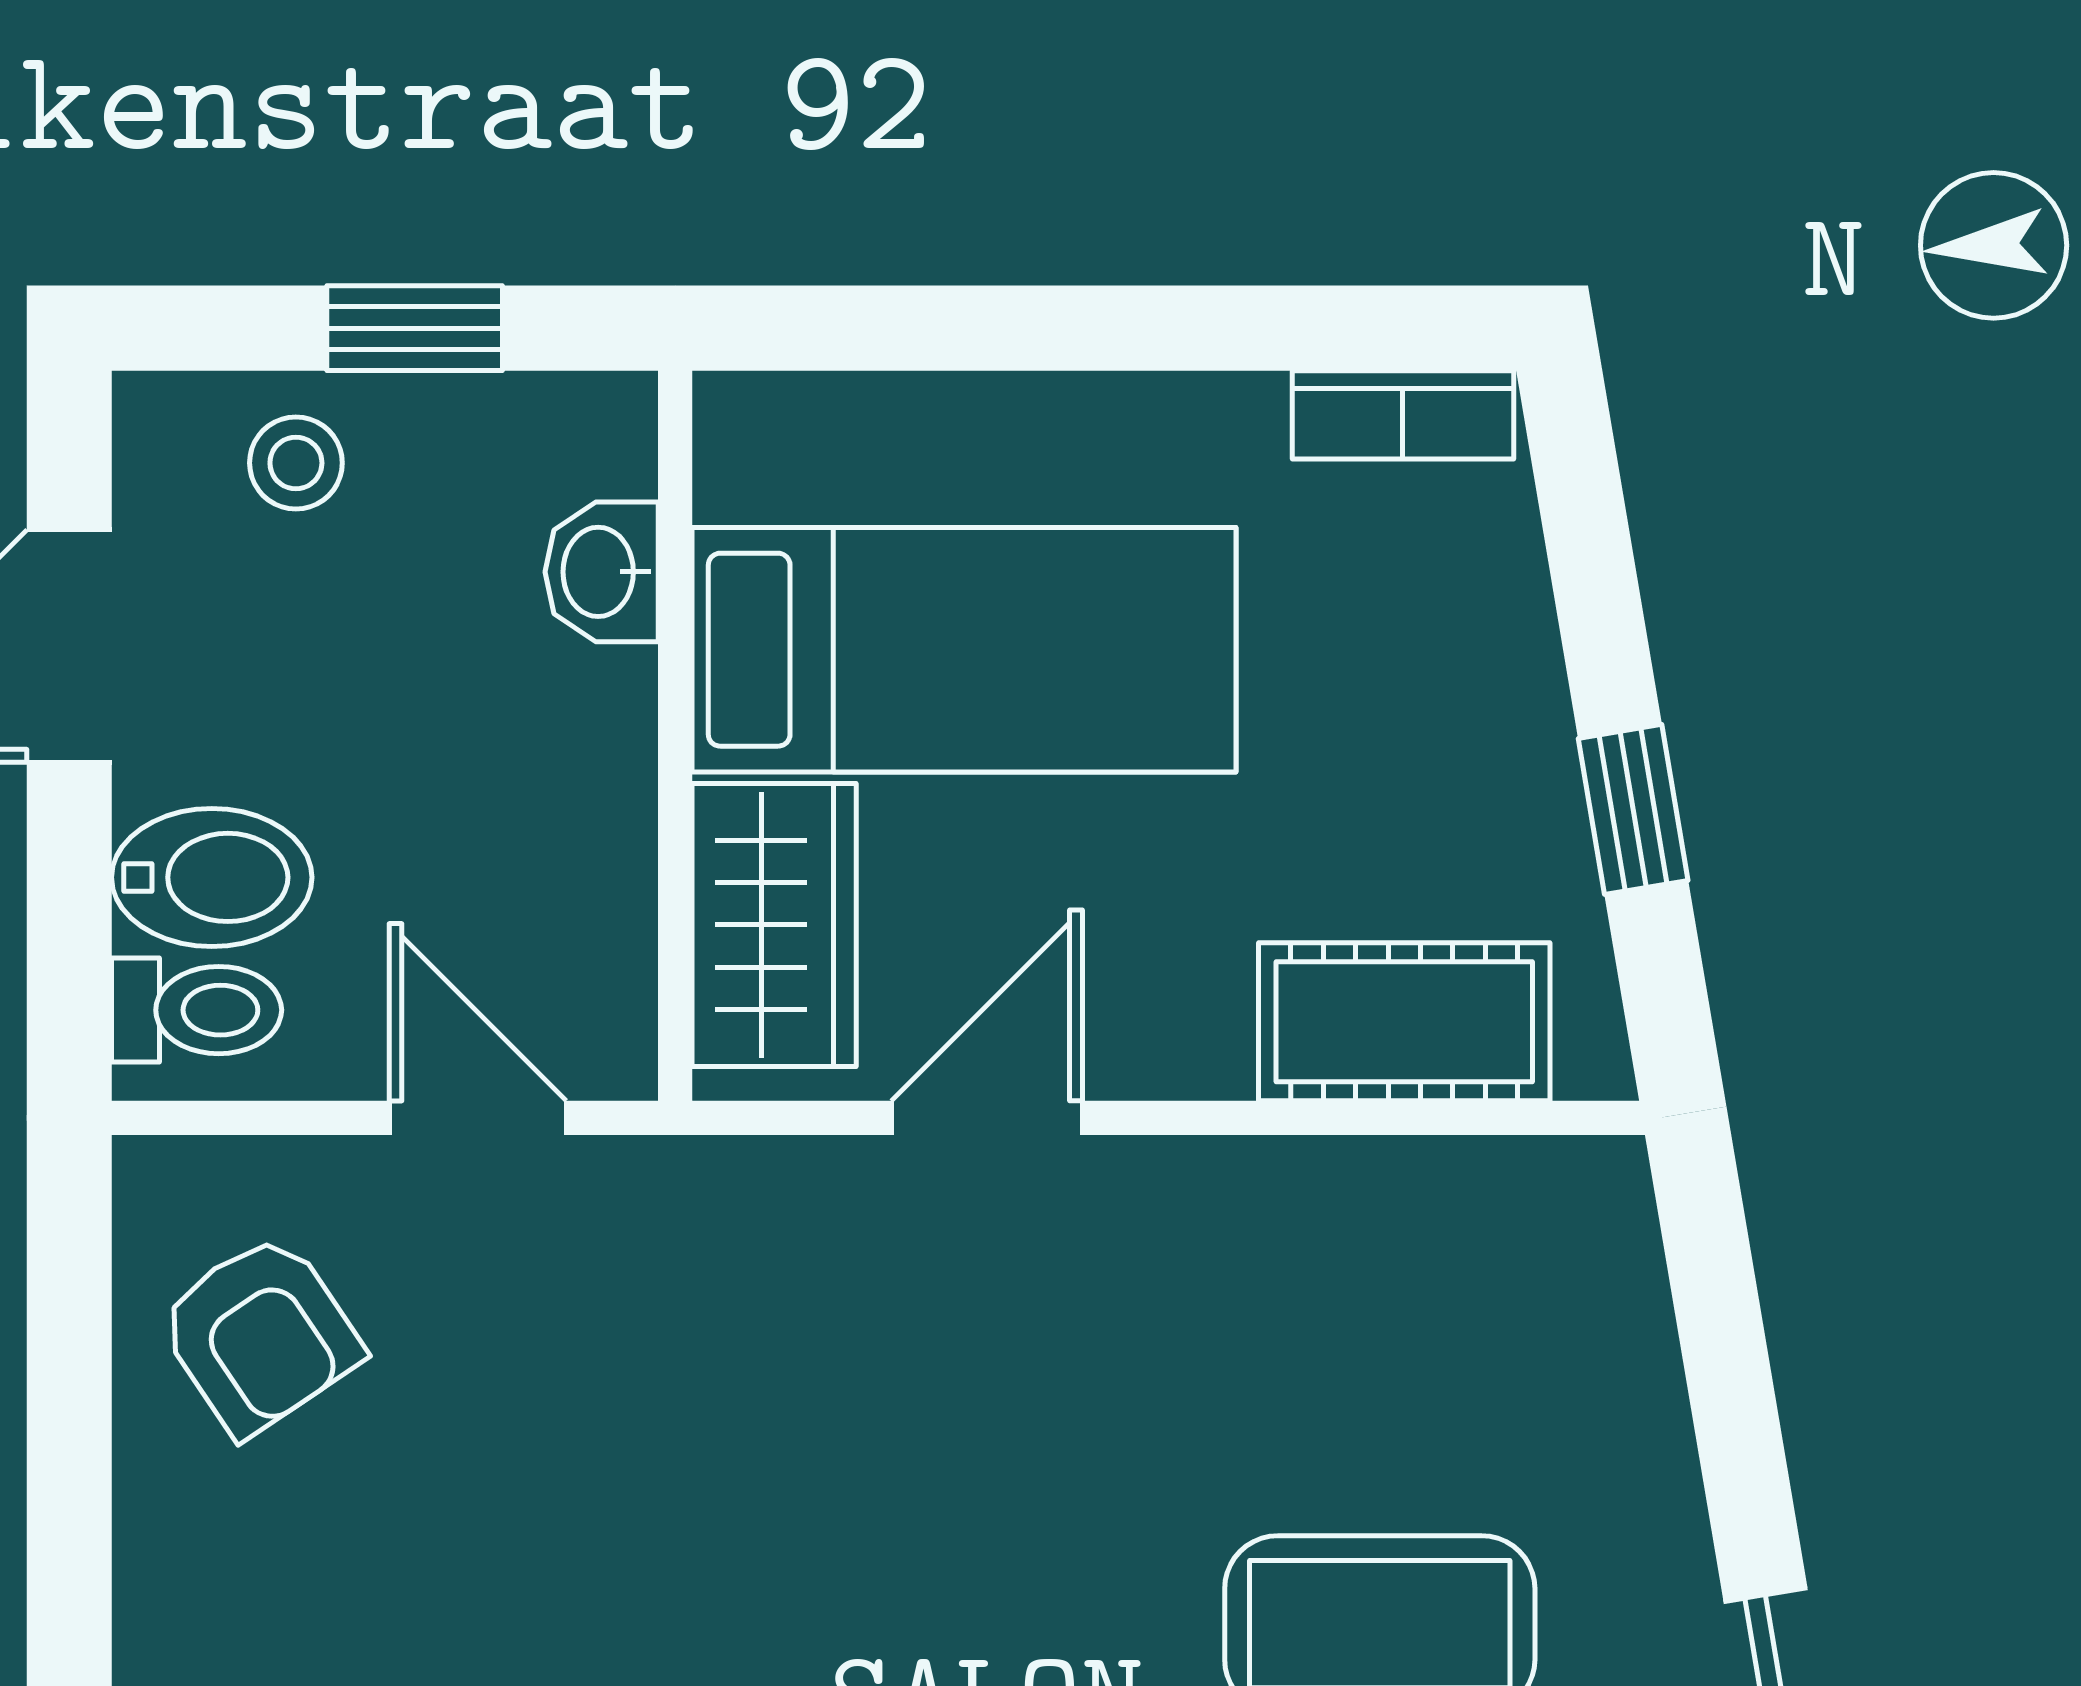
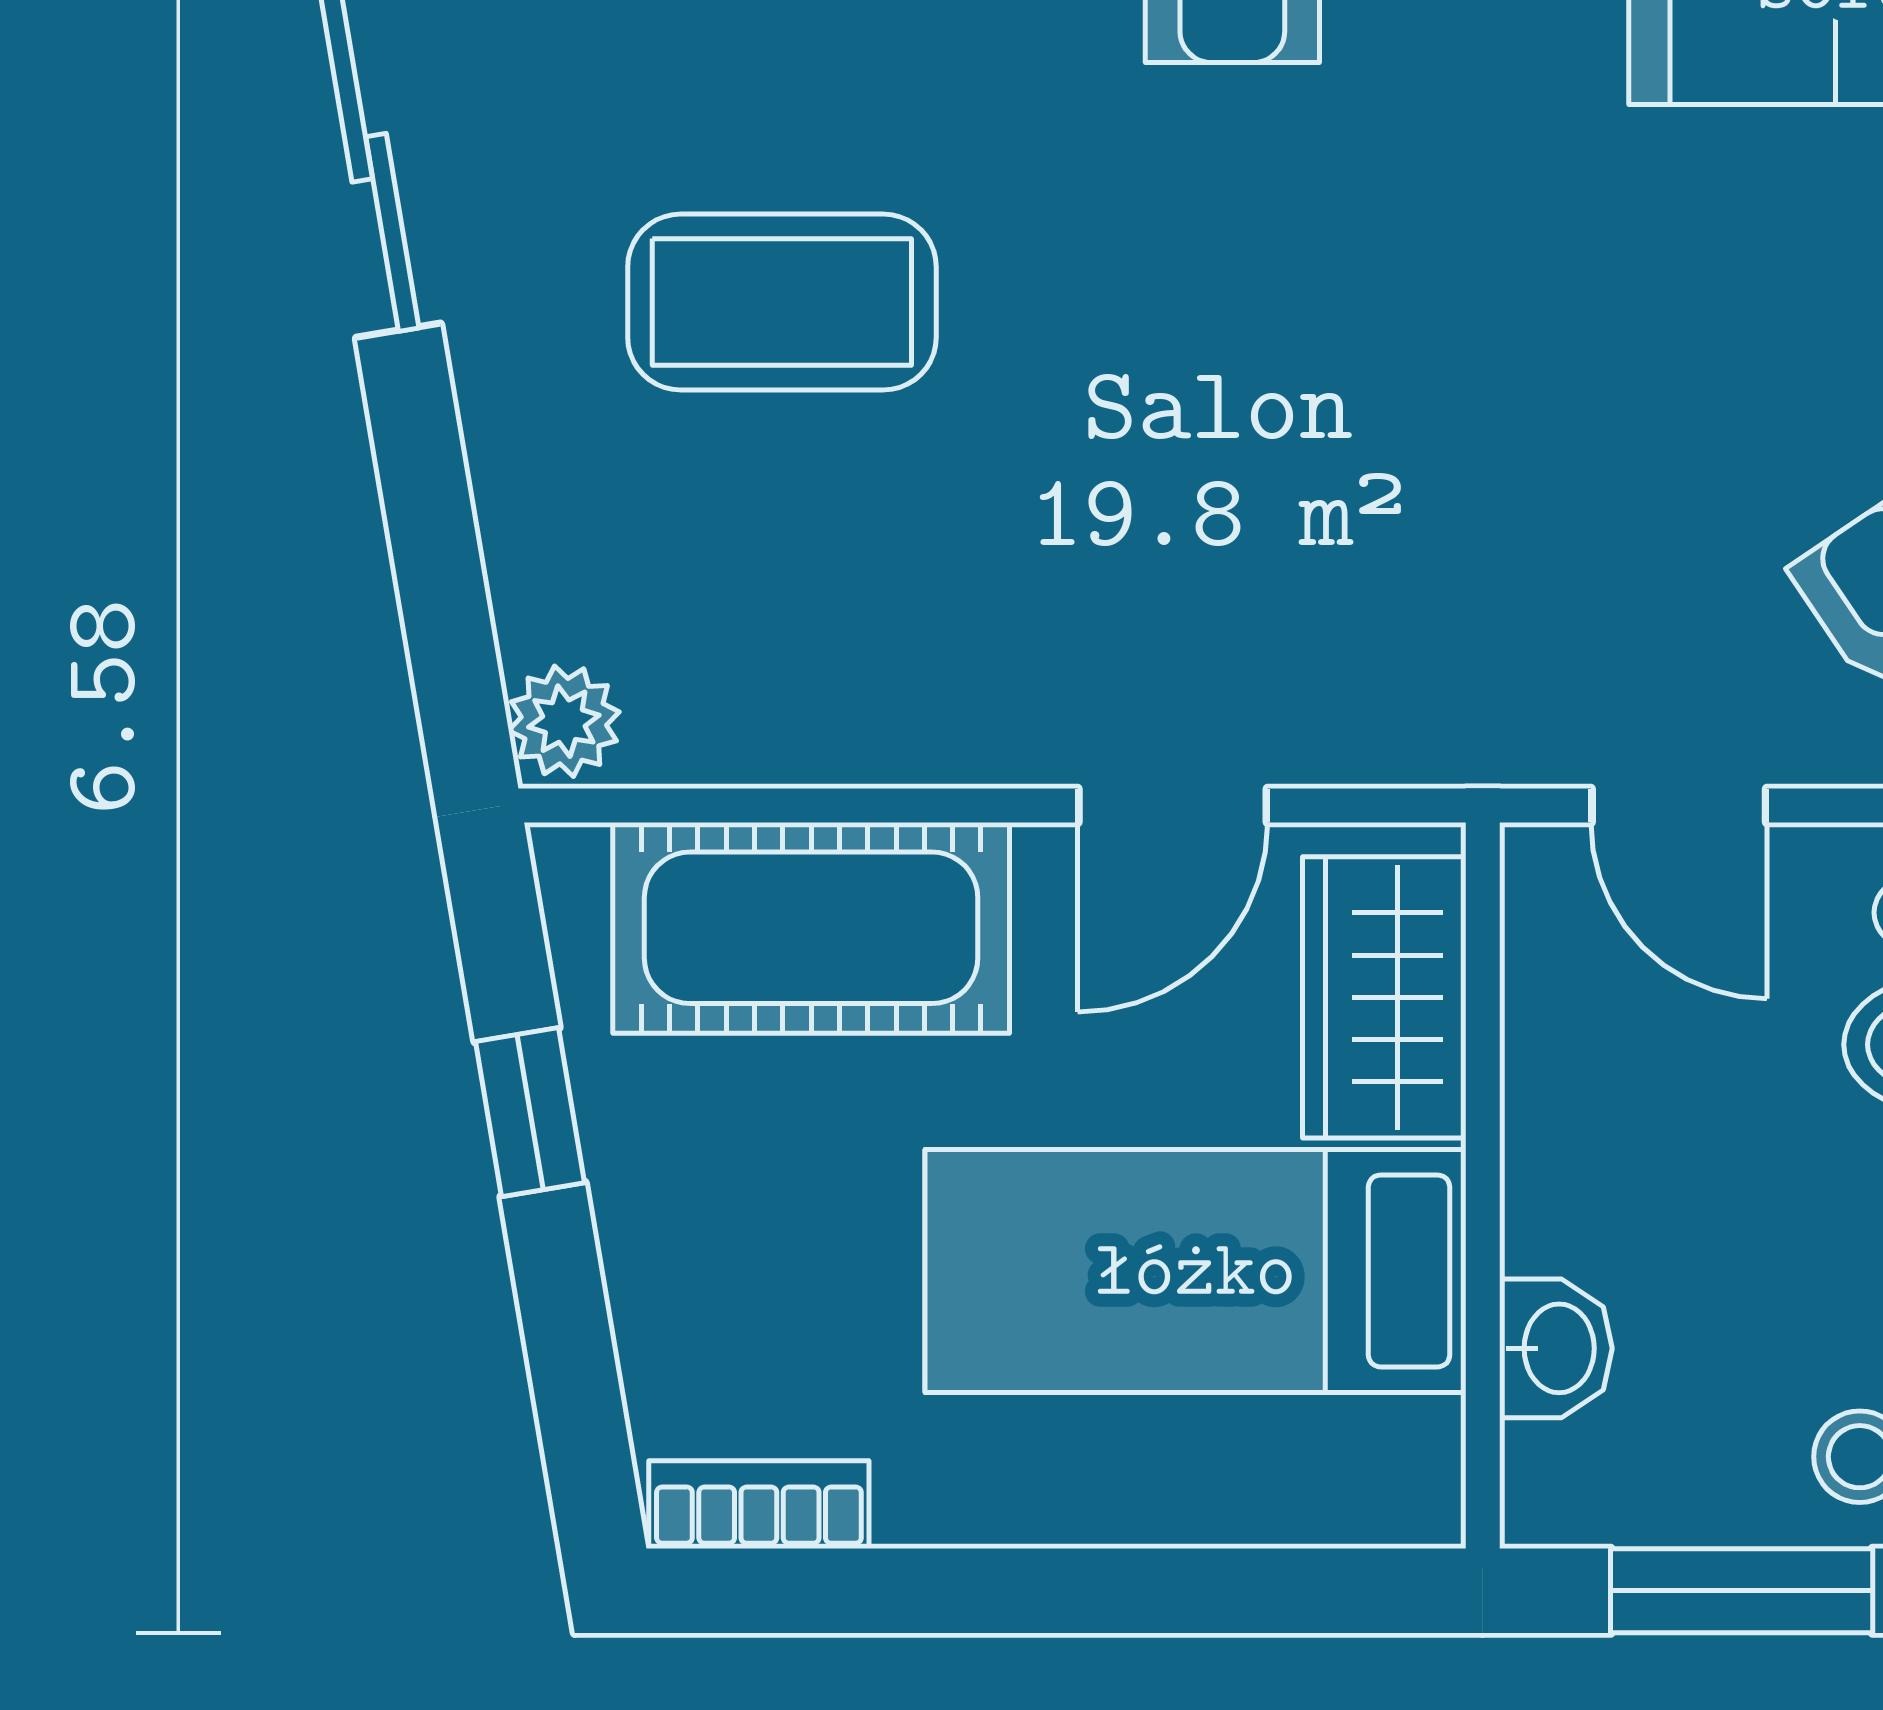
window: (415, 328) -> (1742, 1591), width x1.50
cot: (1404, 1022) -> (811, 928), width x1.37, depth x1.34
plant: (1599, 1203) -> (564, 721), added

